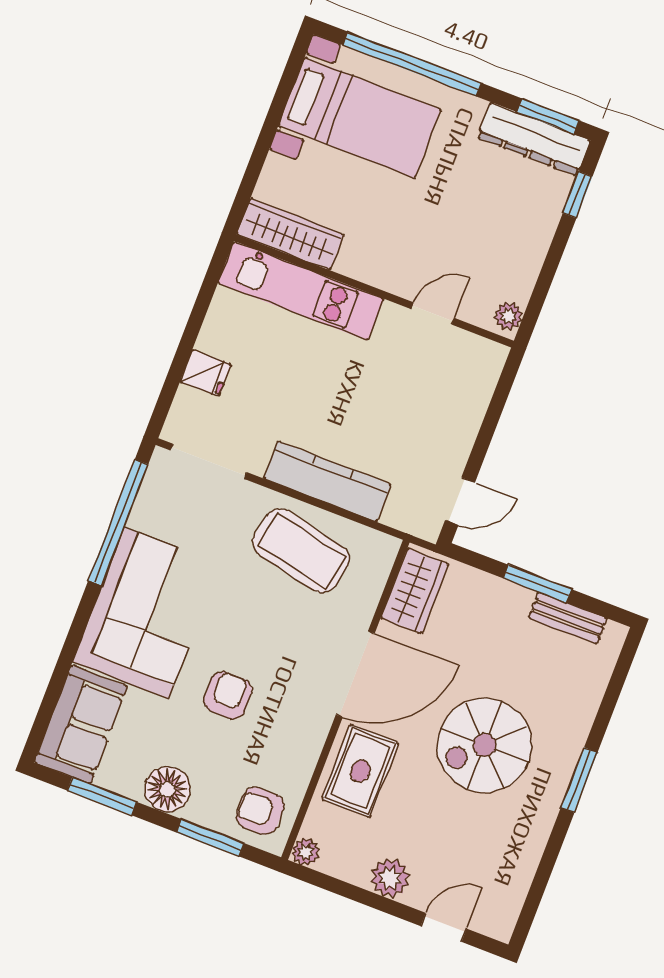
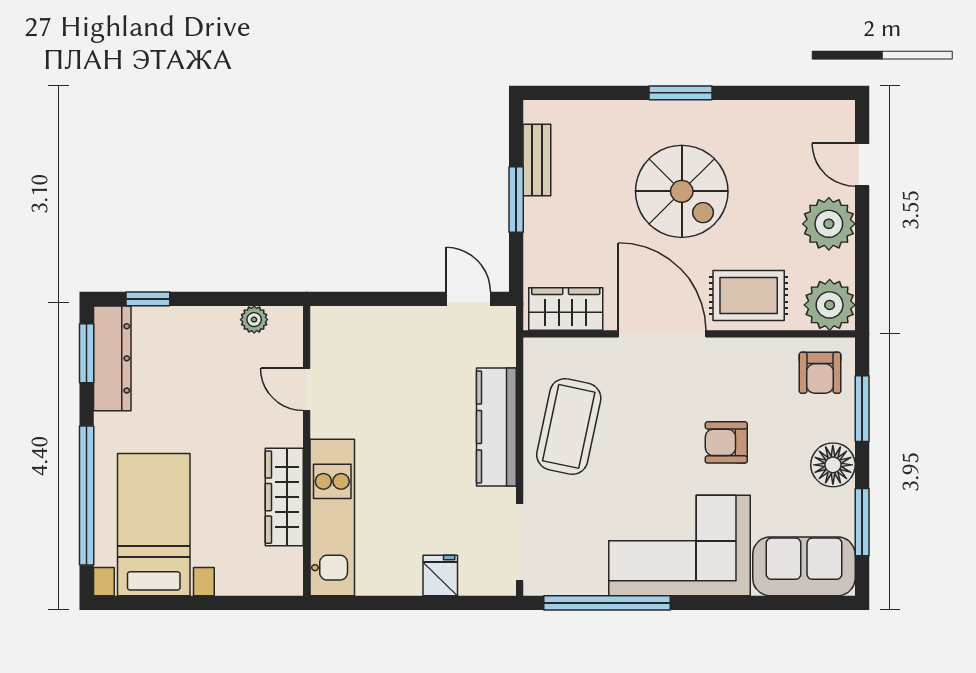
wardrobe: (290, 234) -> (284, 497), moved
plant: (509, 316) -> (254, 320), moved
plant: (306, 852) -> (830, 305), width x1.87, depth x1.87
plant: (390, 878) -> (829, 224), width x1.36, depth x1.36

